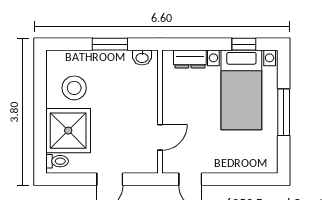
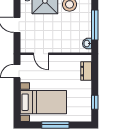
window: (110, 44) -> (95, 25), width x1.44
bed with nightstands: (241, 90) -> (43, 102), moved, turned 180

